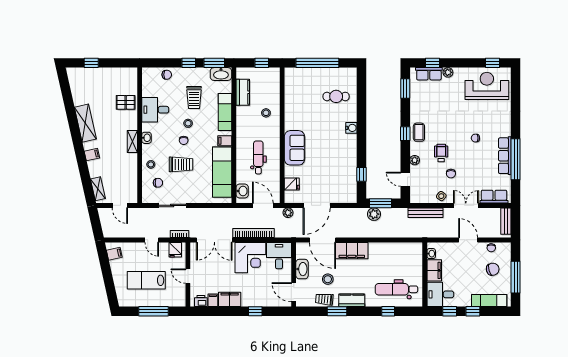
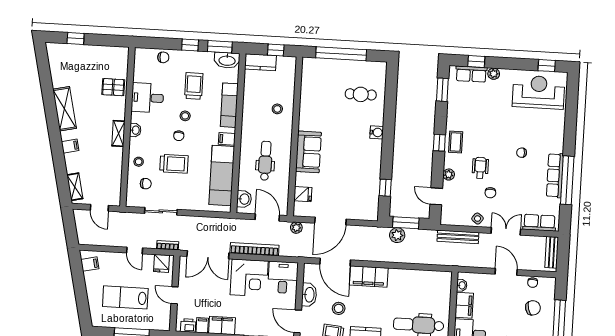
kitchen counter: (243, 92) -> (260, 62), moved, turned 90
trolley: (194, 98) -> (194, 86), turned 180

